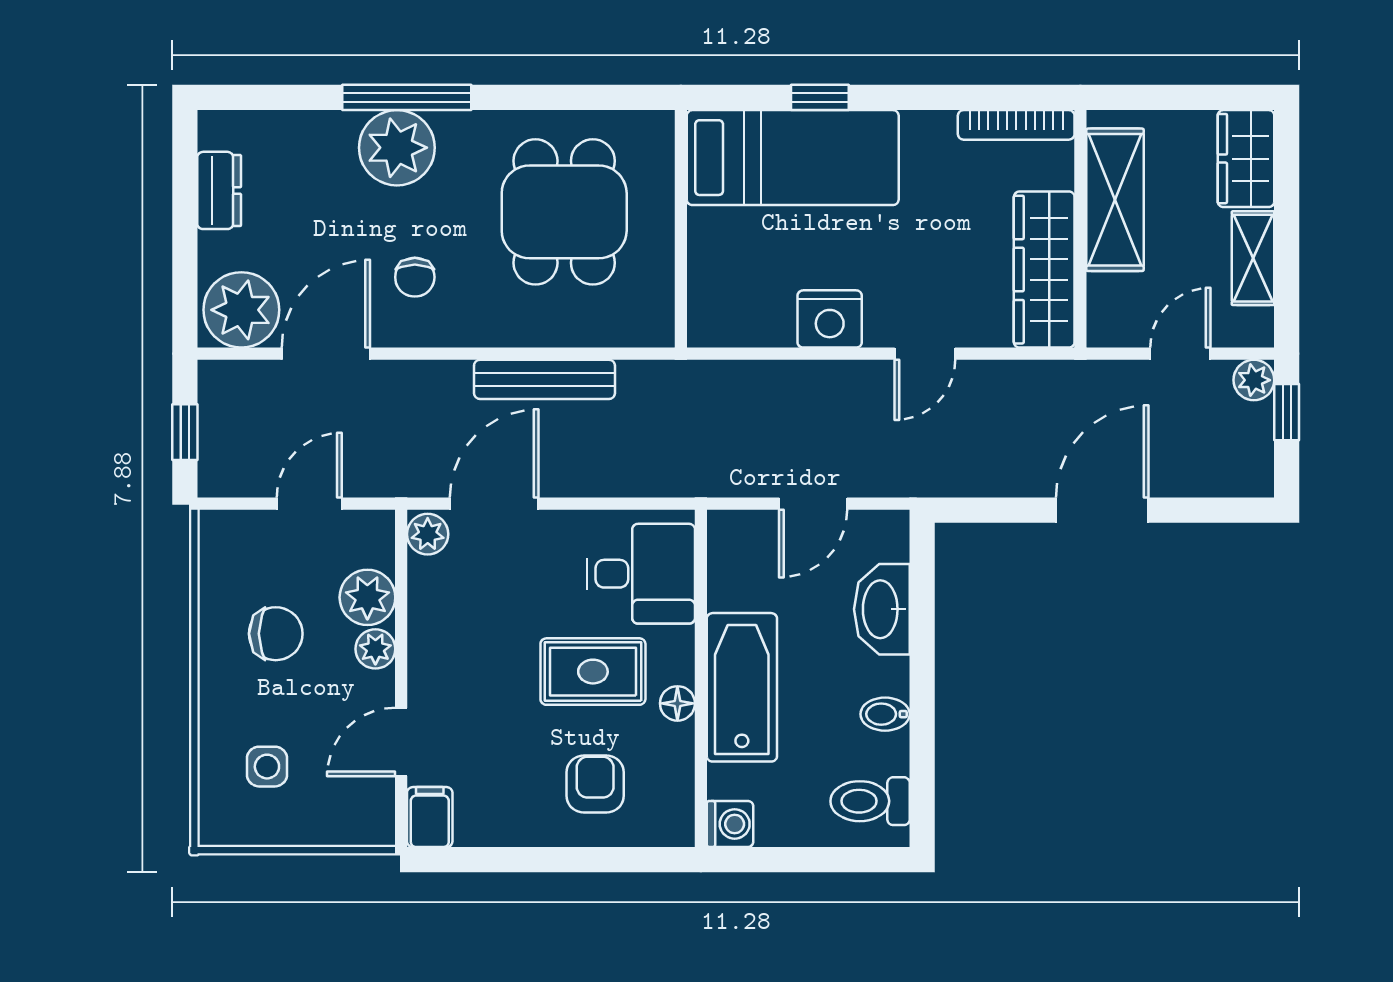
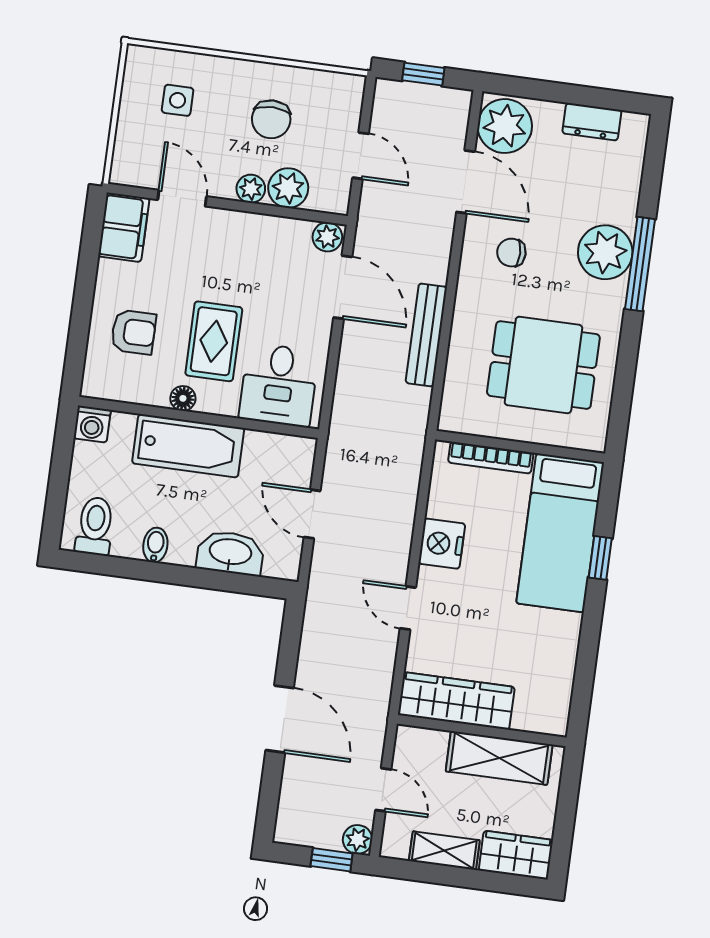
bookcase: (1016, 125) -> (491, 458), moved, turned -90
filing cabinet: (430, 817) -> (124, 227), width x2.00

